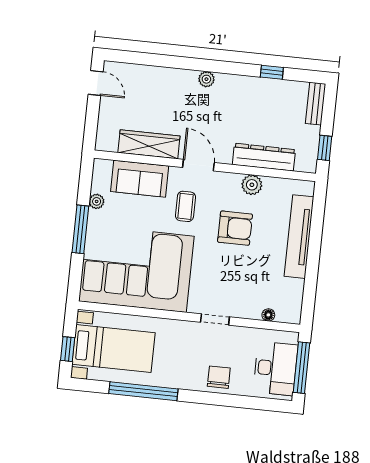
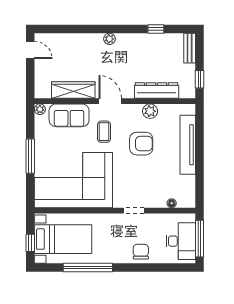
plant: (97, 201) -> (40, 109), moved

